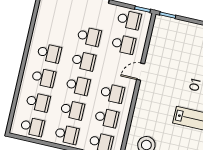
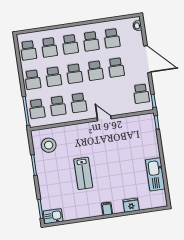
school desk: (124, 44) -> (112, 38), moved

